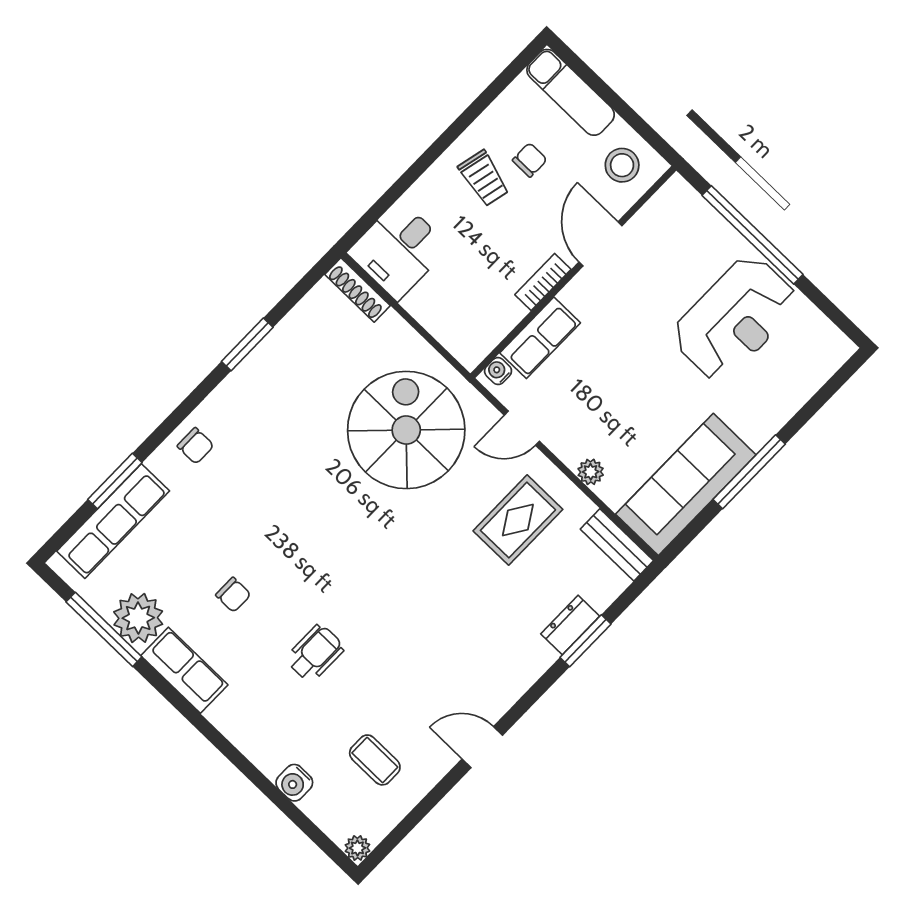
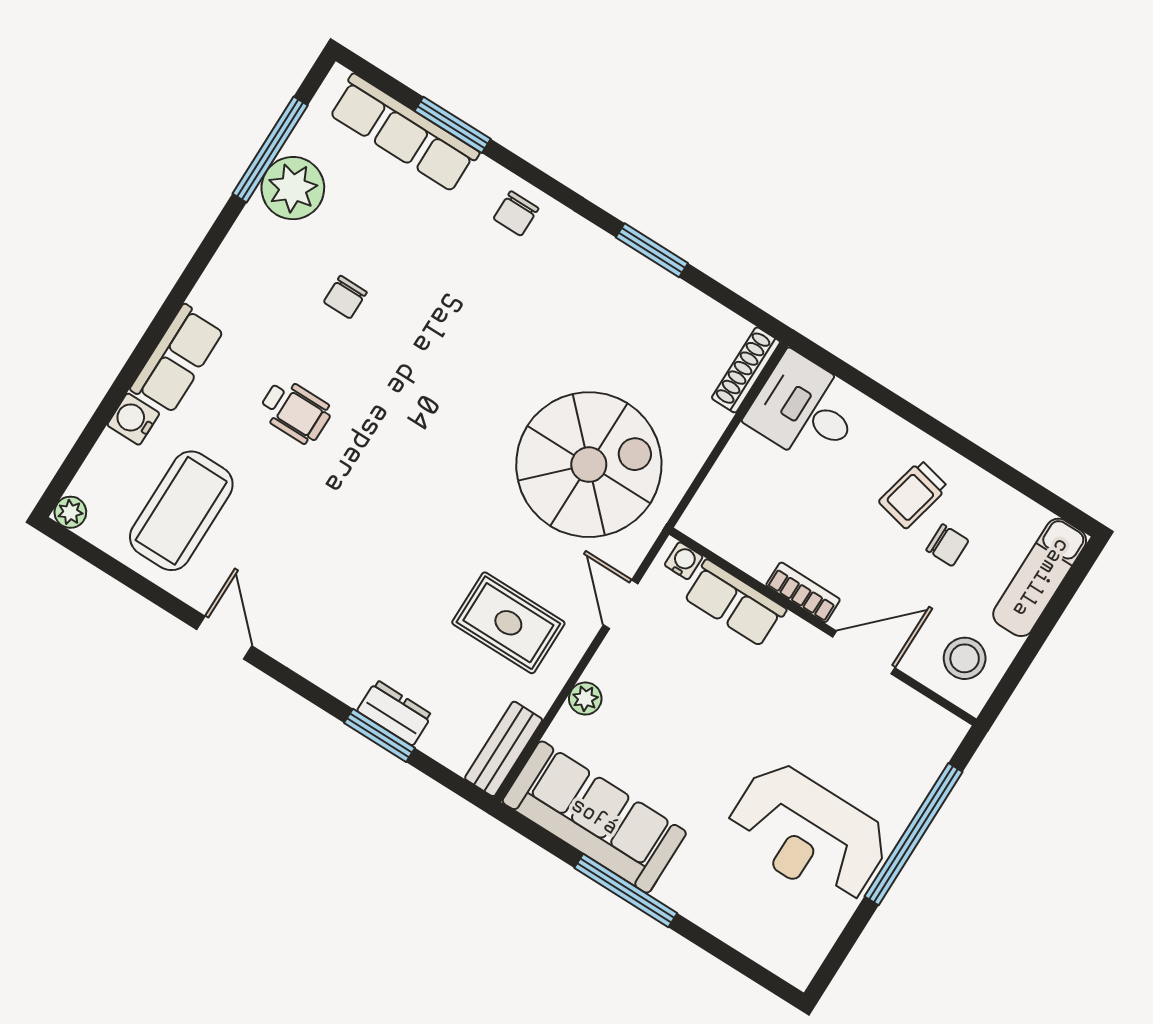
row of seats: (184, 670) -> (177, 359), moved
coffee table: (375, 760) -> (181, 511), width x1.86, depth x1.72

